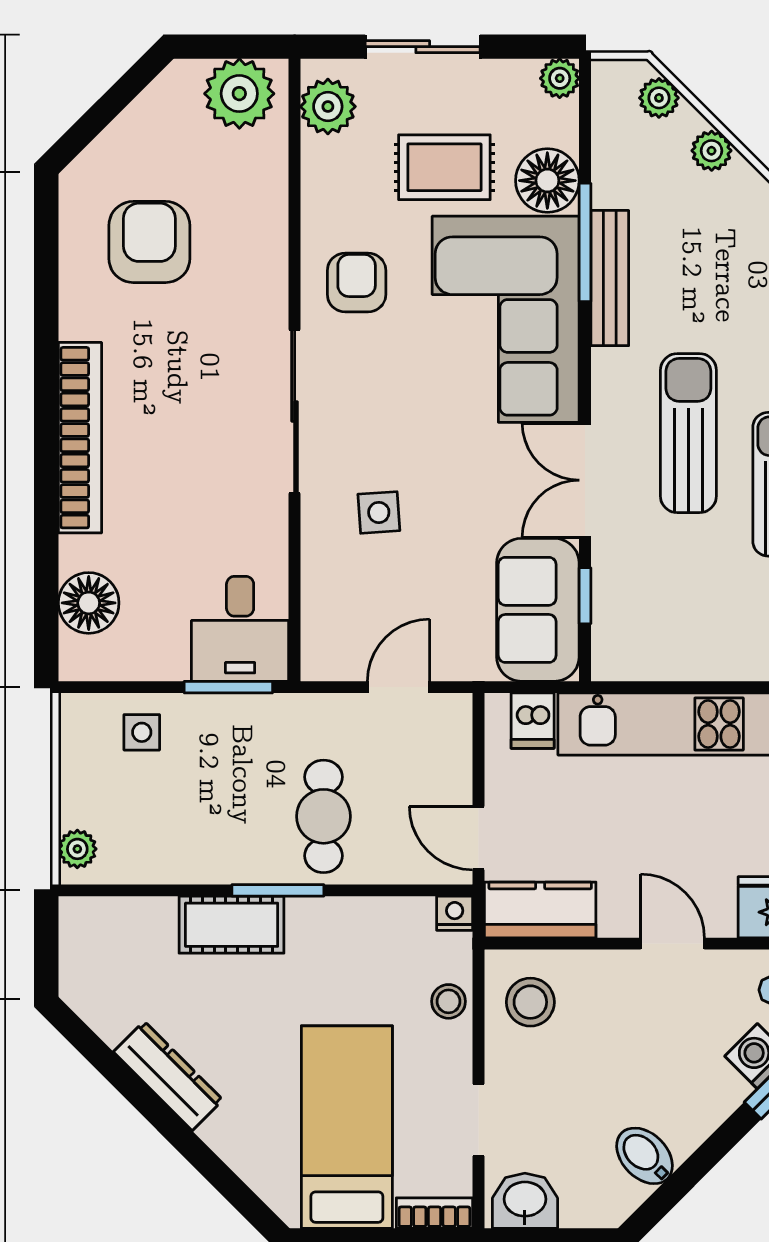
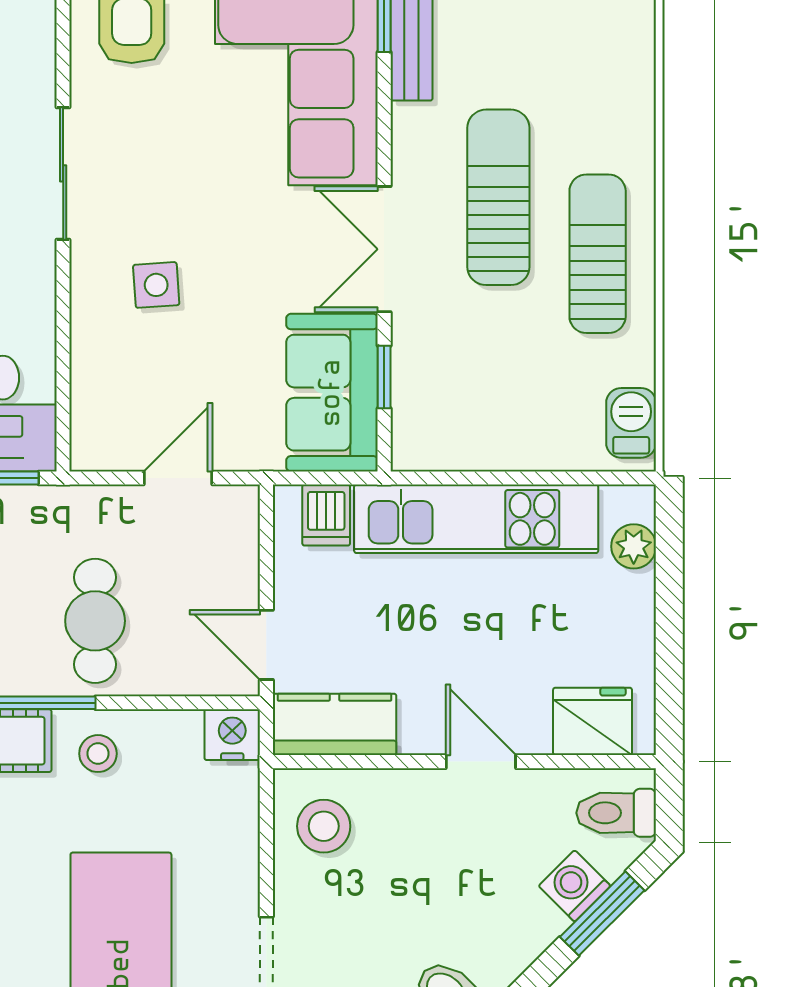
sliding door: (295, 412) -> (63, 173), width x0.73
nightstand: (455, 913) -> (232, 735), width x1.39, depth x1.35
stool: (449, 1001) -> (98, 754), moved

